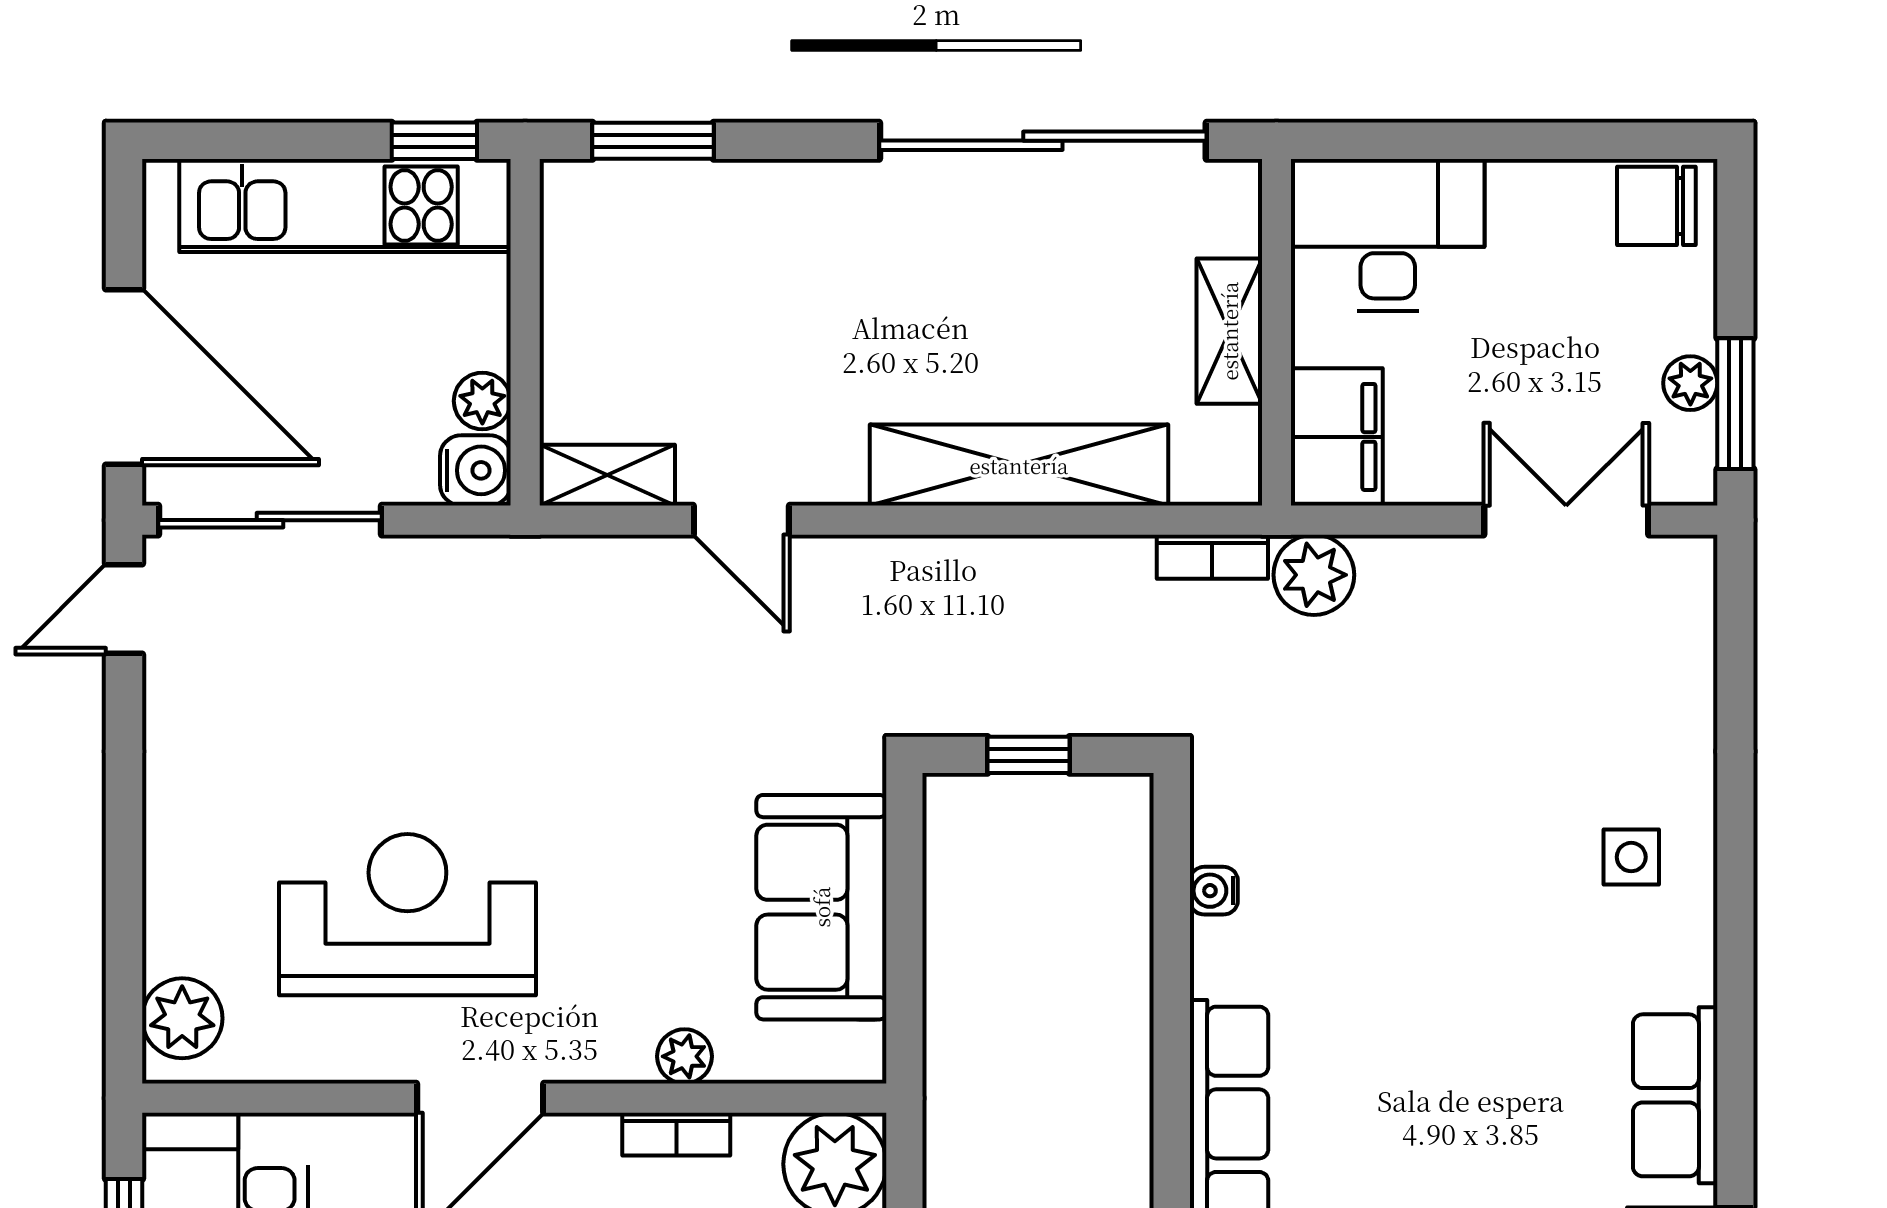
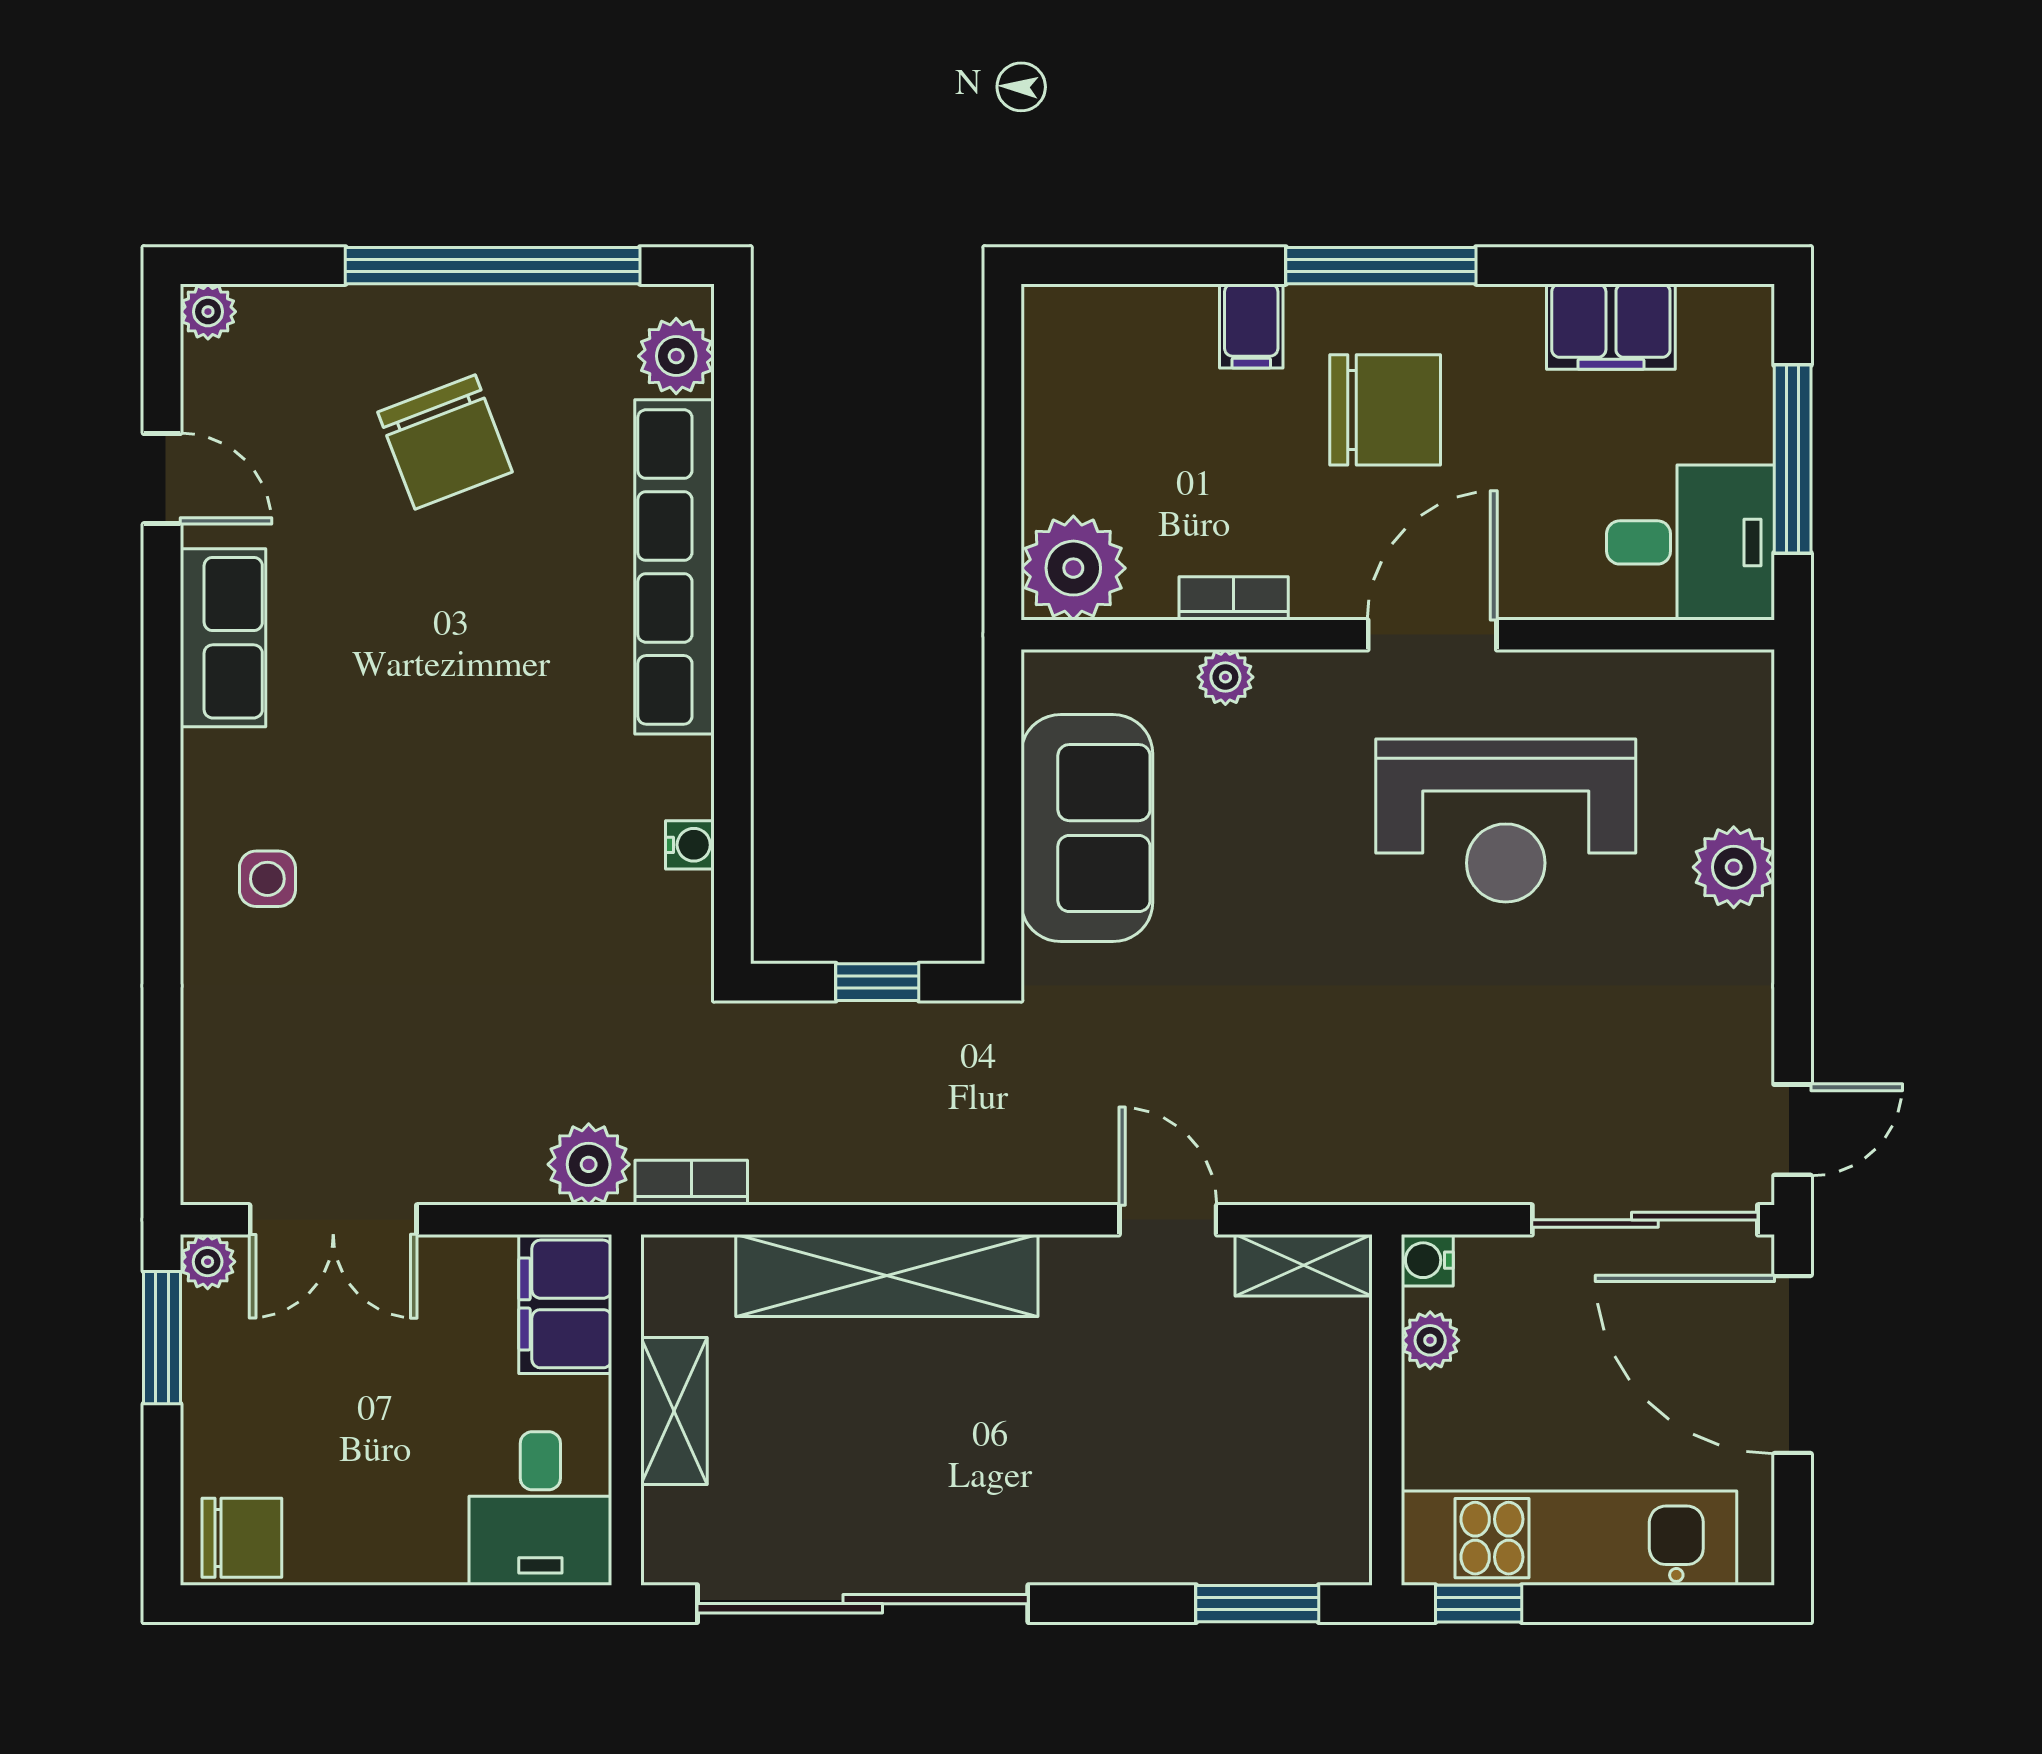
desk: (1388, 235) -> (540, 1508), width x0.73
plant: (1690, 383) -> (208, 1262), moved
water cooler: (475, 470) -> (1427, 1260), width x0.72, depth x0.72
plant: (182, 1018) -> (1734, 867), moved

